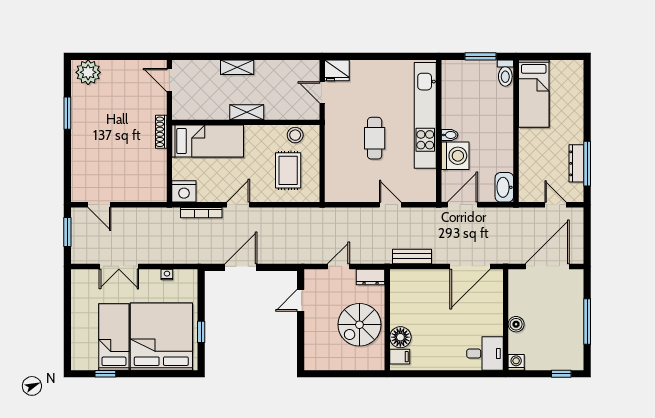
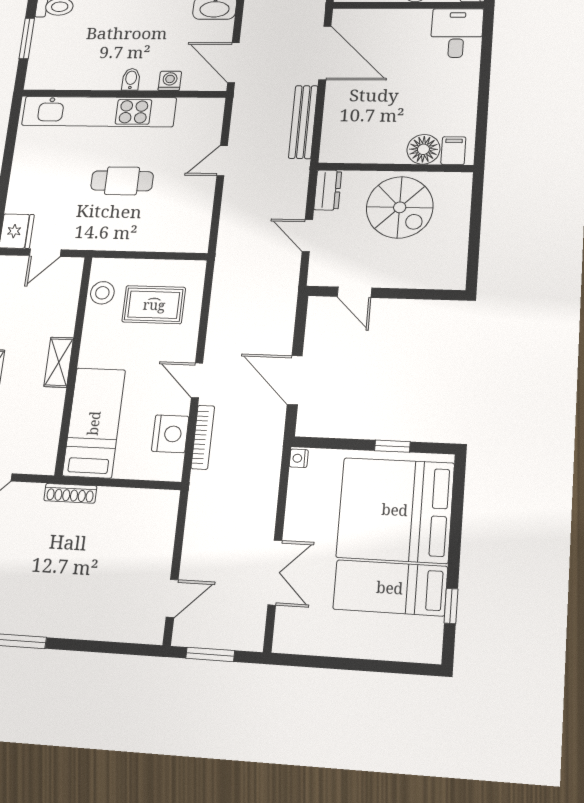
washing machine: (455, 156) -> (170, 81), width x0.53, depth x0.53
nightstand: (184, 191) -> (170, 434), moved
bench: (412, 256) -> (303, 122), width x1.36
nightstand: (167, 274) -> (299, 458), moved

